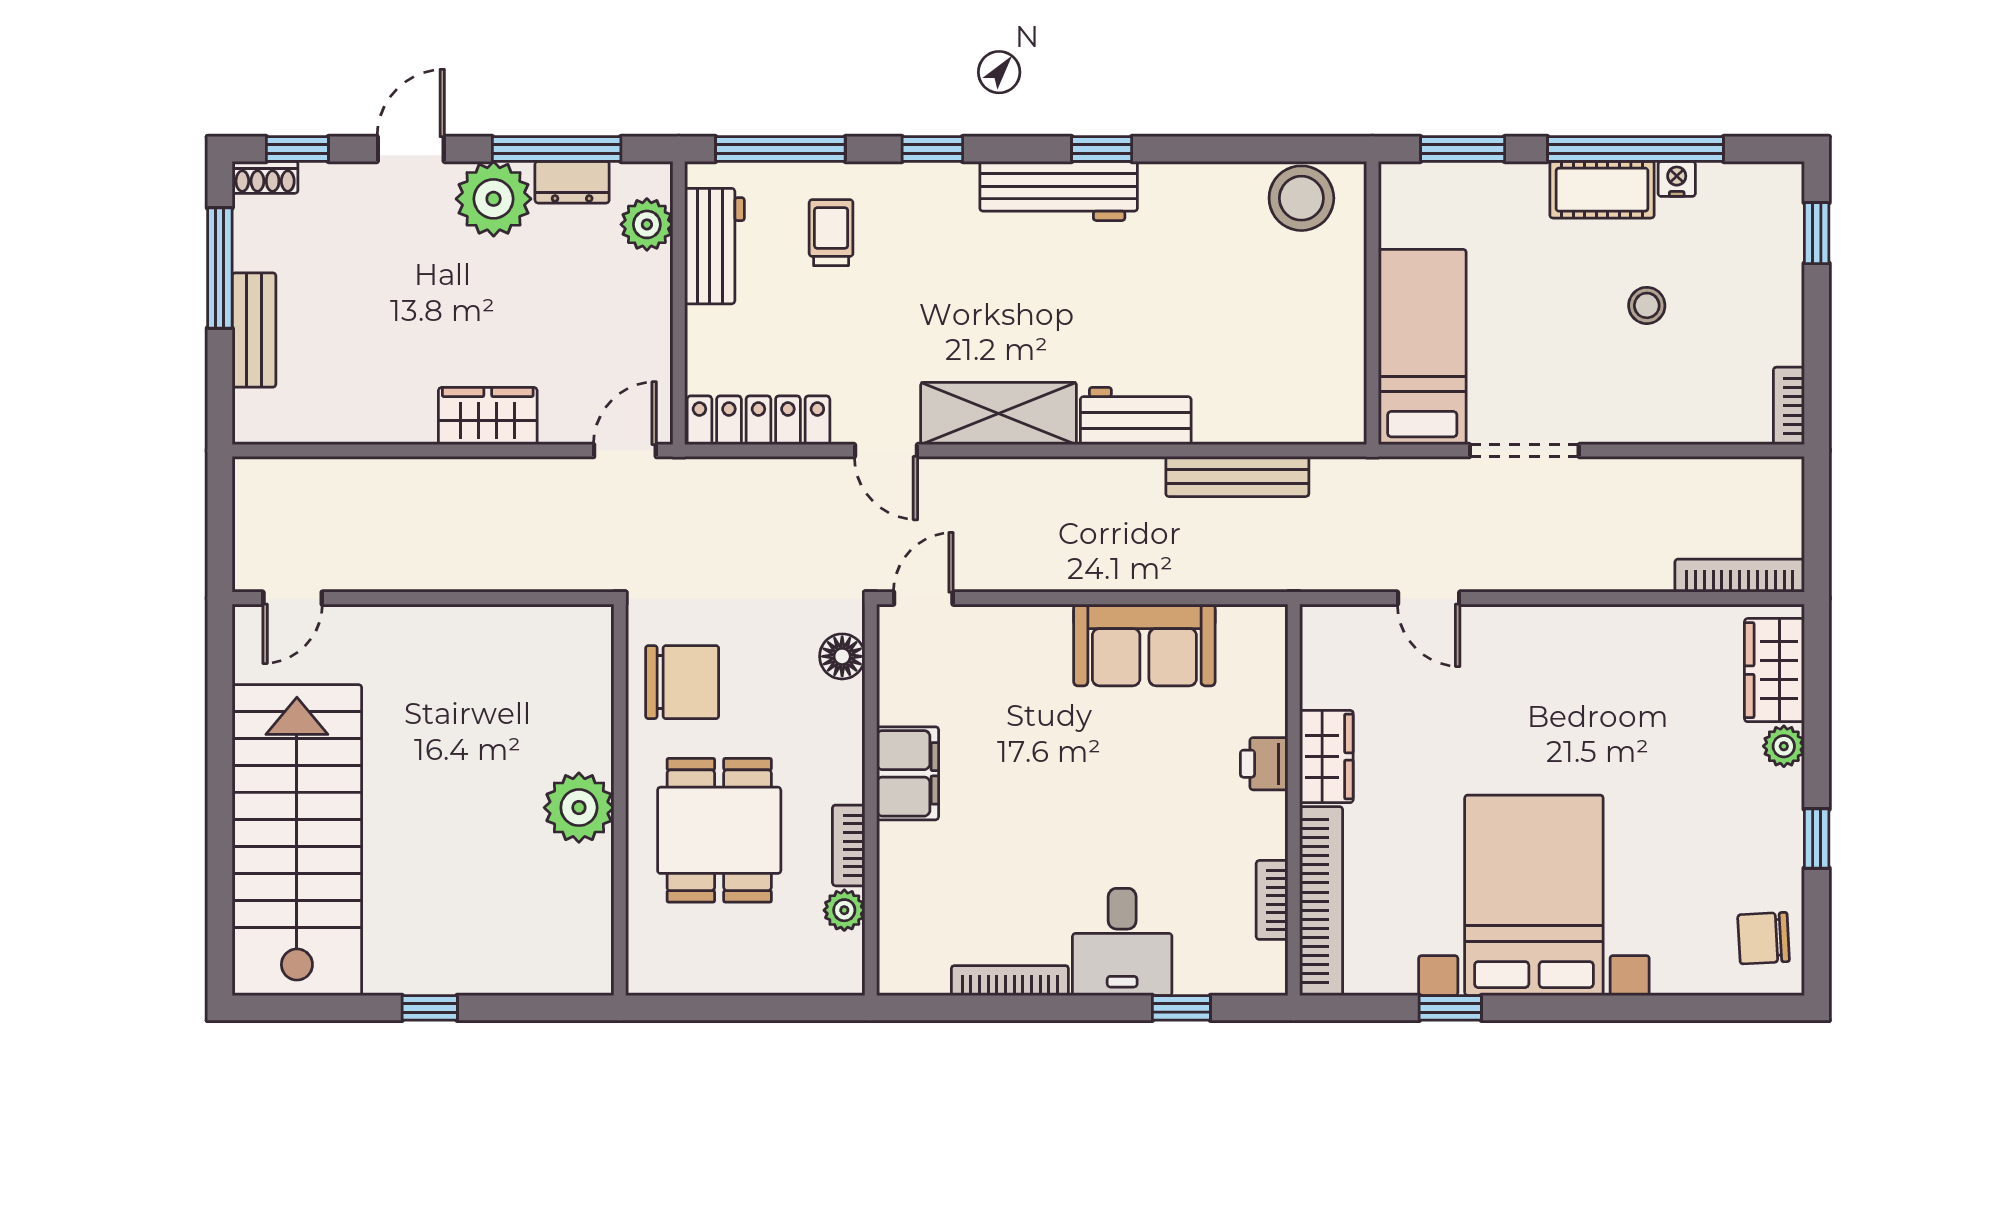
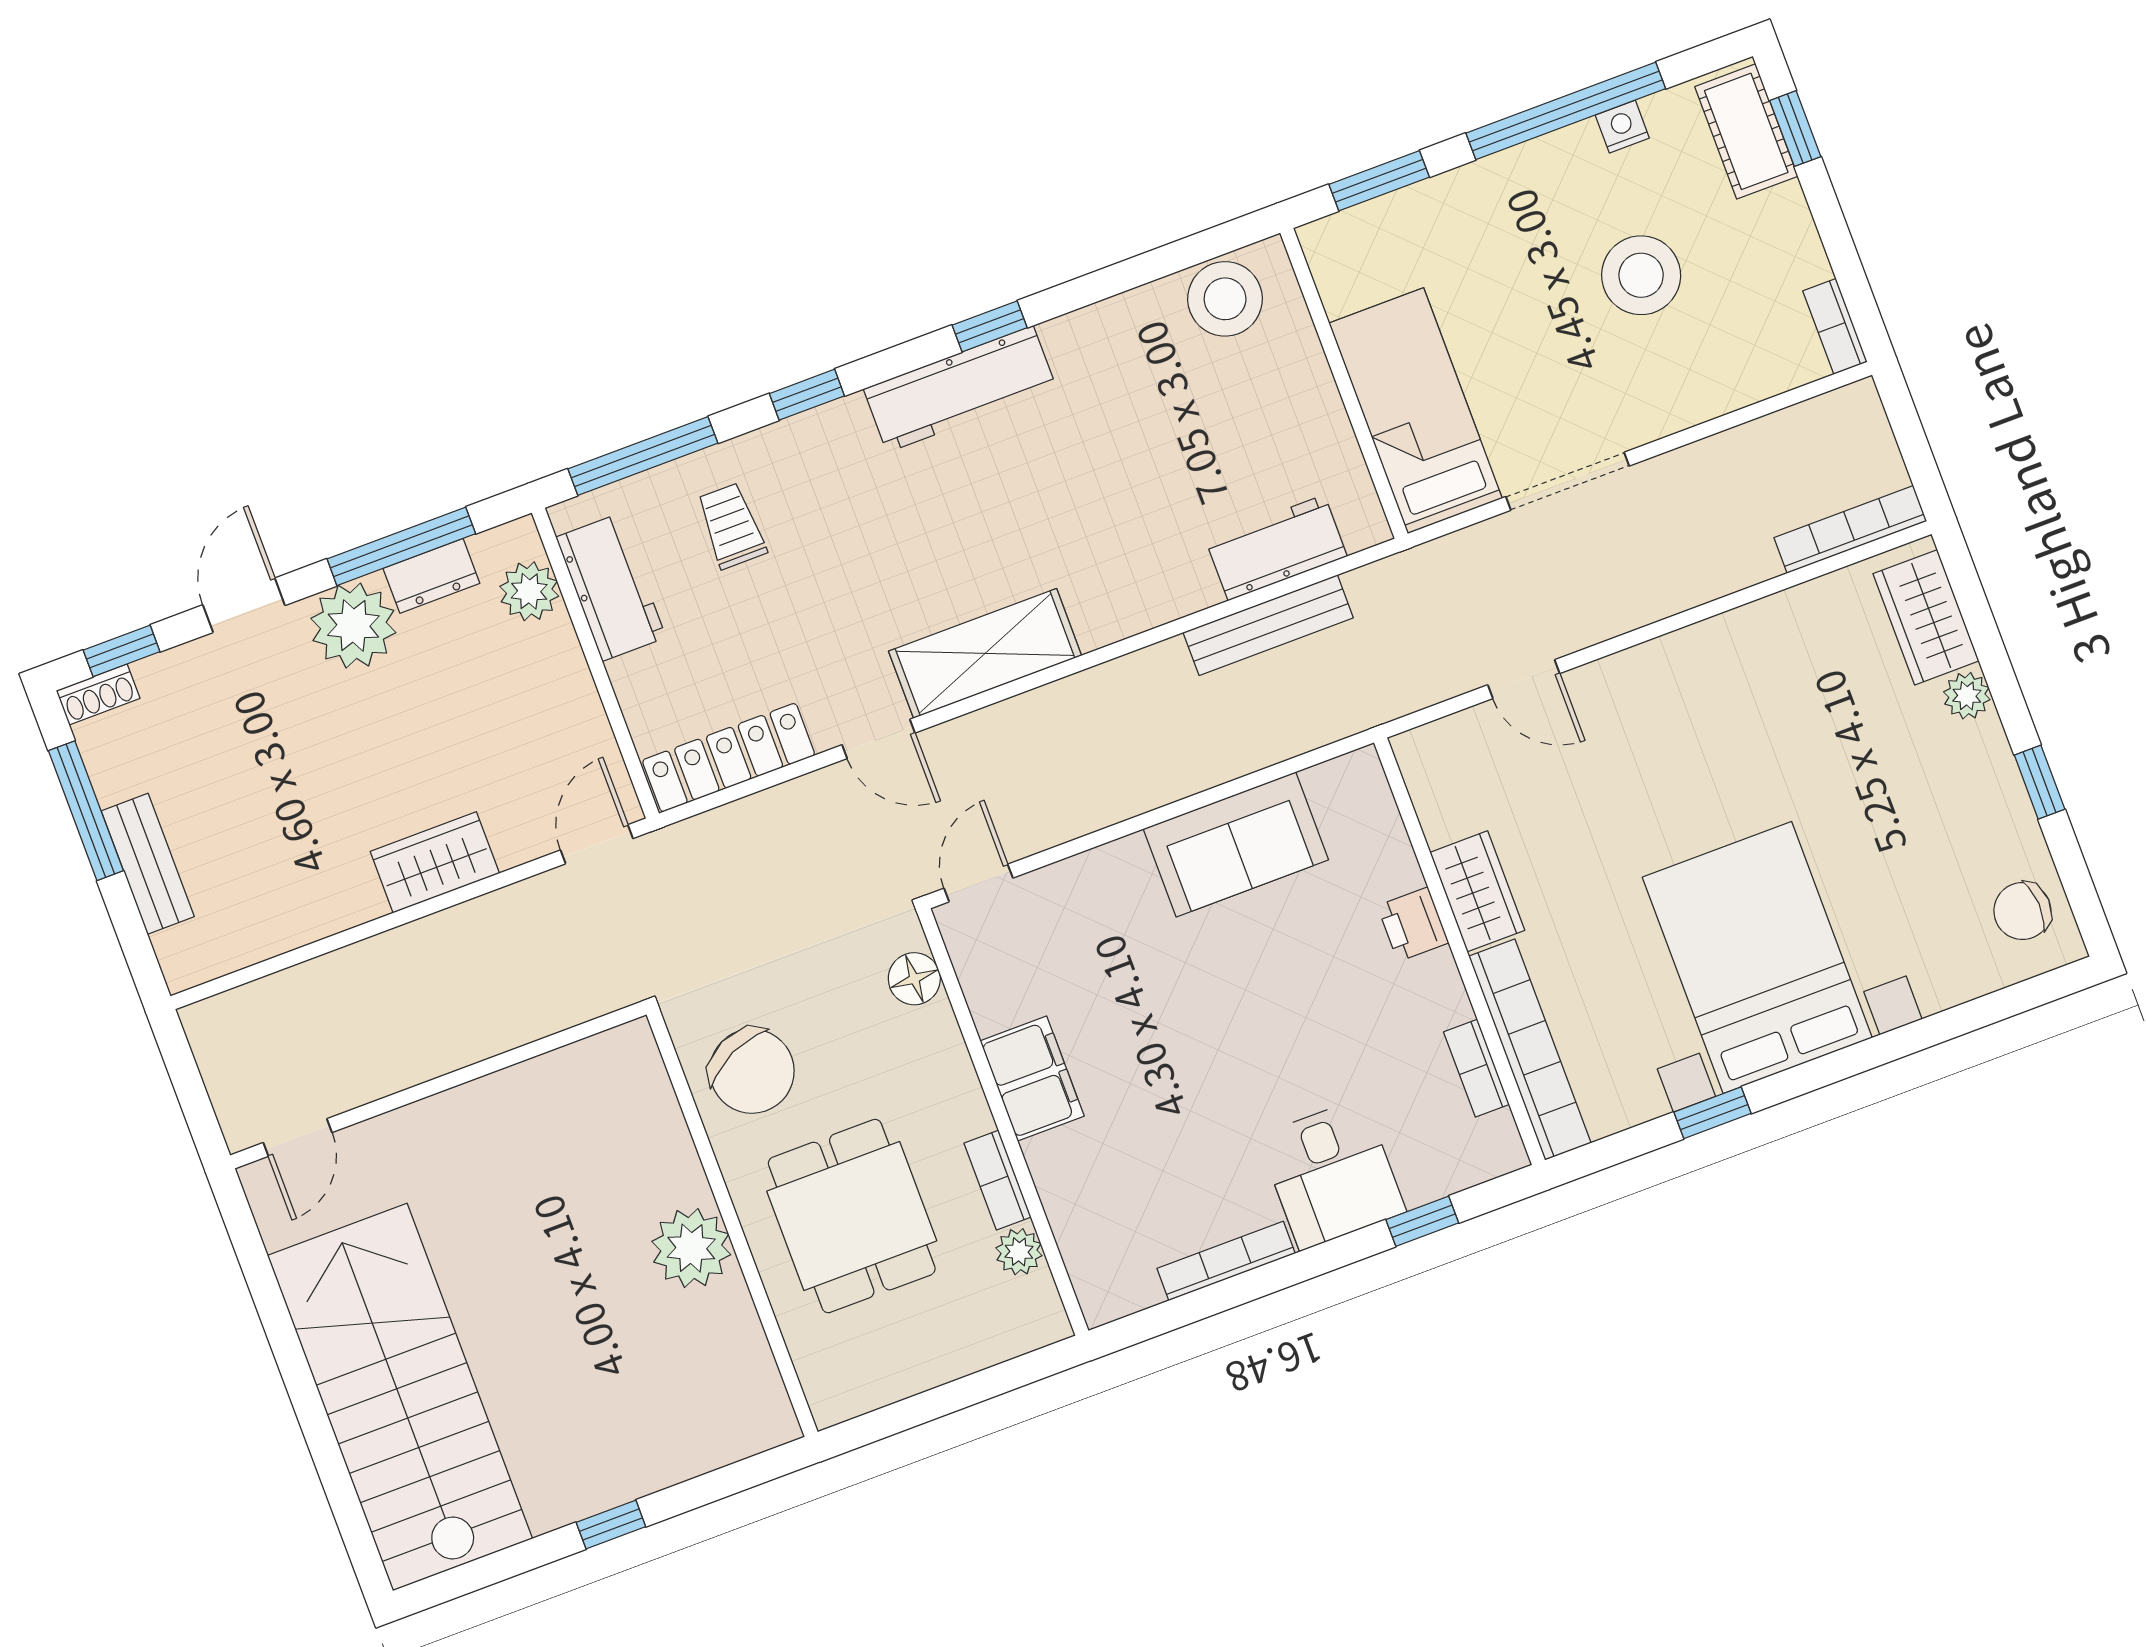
cot: (1602, 190) -> (1746, 131), moved, turned 90
stool: (1647, 305) -> (1641, 275), width x1.89, depth x1.89
workbench: (1136, 416) -> (1276, 548), moved
chair: (682, 682) -> (752, 1071), turned 65

